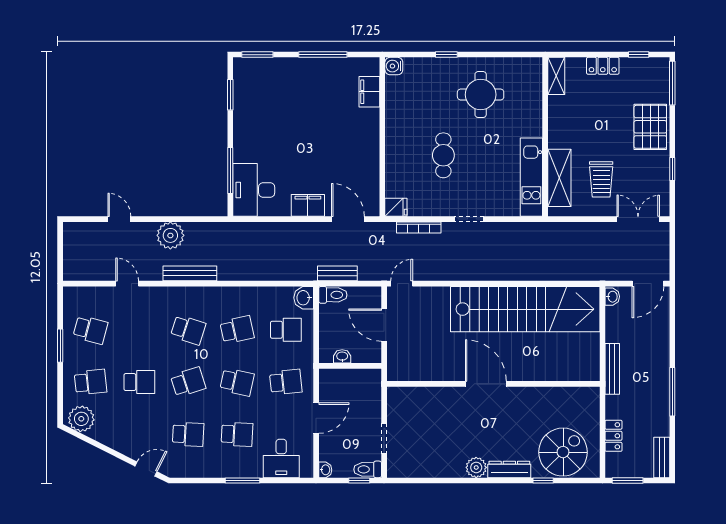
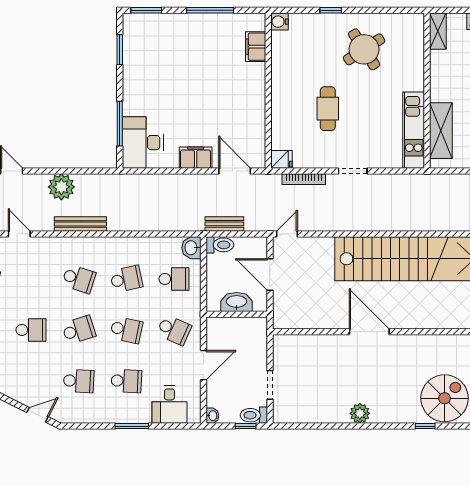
round table: (481, 95) -> (364, 49), turned -33
washbasin: (342, 356) -> (236, 302), width x1.91, depth x1.45
school desk: (286, 382) -> (174, 330), turned 30
dresser: (509, 469) -> (392, 415), removed

